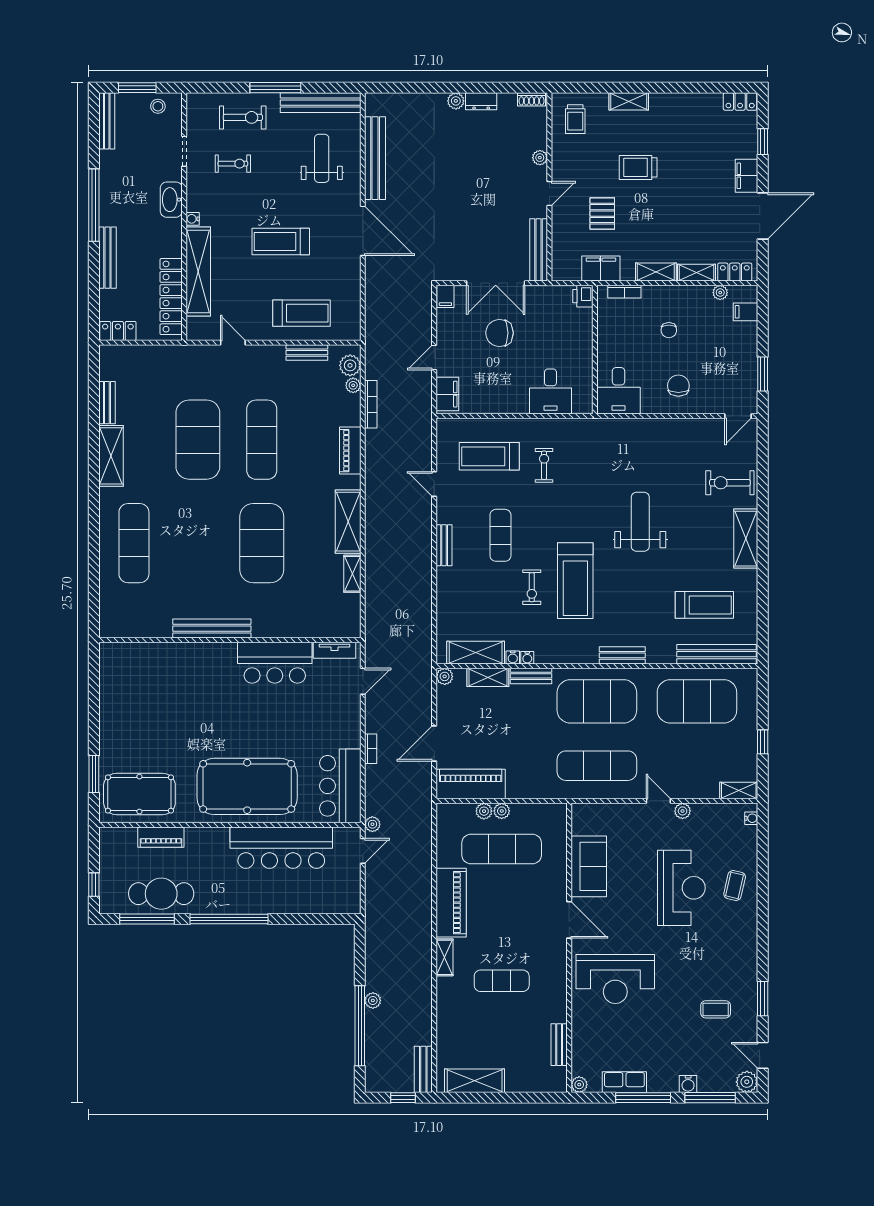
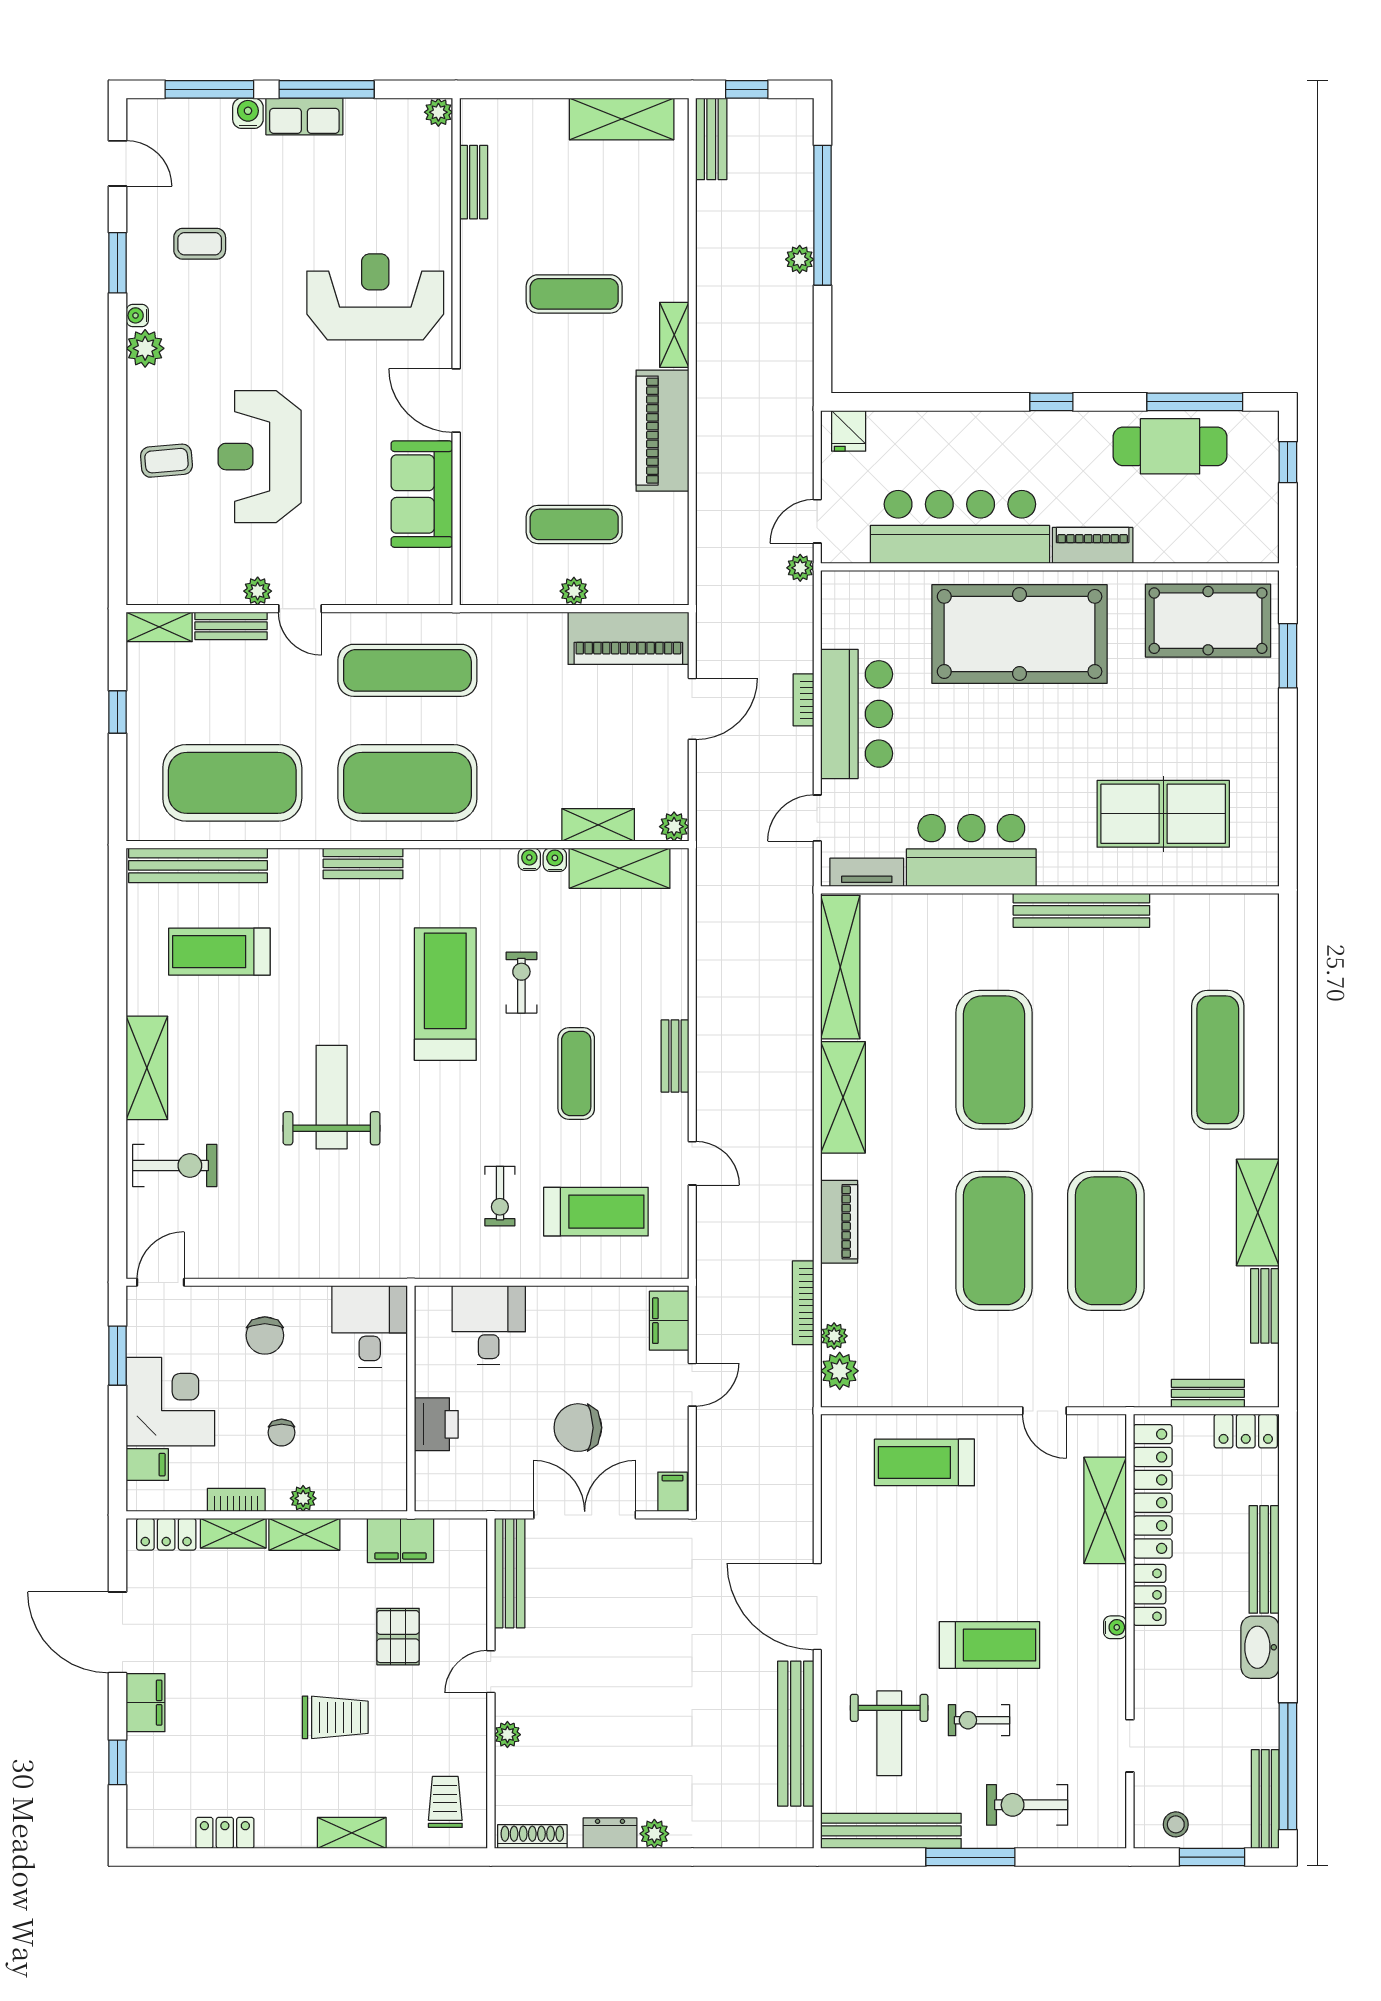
shoe rack: (532, 99) -> (532, 1837), width x1.43
locker: (740, 101) -> (225, 1833), moved
exercise bike: (233, 164) -> (979, 1720), moved
washbasin: (171, 200) -> (1260, 1647), moved, turned 180
window: (94, 205) -> (1288, 1766), moved
door: (763, 216) -> (117, 1632), hinge flipped
locker: (173, 237) -> (1150, 1595), added
treadmill: (281, 241) -> (990, 1645), moved
shelving: (198, 272) -> (1105, 1510), width x0.68
bookcase: (624, 292) -> (236, 1500), moved
plant: (720, 293) -> (303, 1498), moved
printer: (583, 296) -> (436, 1424), moved, width x1.36, depth x1.24
chair: (669, 330) -> (282, 1433), turned 180
chair: (500, 333) -> (578, 1428), turned 180
corner desk: (732, 348) -> (170, 1402), added
bench: (307, 353) -> (1208, 1393), moved
exercise mat: (262, 440) -> (994, 1241), width x1.47
weight bench: (640, 522) -> (332, 1097), turned 180
shelving: (352, 574) -> (840, 967), width x2.20, depth x1.33
bench: (531, 676) -> (231, 626), moved
table tennis table: (165, 684) -> (1163, 814), added
bar counter: (340, 786) -> (857, 714), moved
plant: (484, 811) -> (605, 591), removed
water cooler: (751, 818) -> (137, 315), moved
piano: (161, 837) -> (1093, 545), moved
exercise mat: (502, 849) -> (574, 524), width x0.73, depth x0.69
coffee table: (735, 885) -> (166, 461), turned 72
fridge: (345, 902) -> (849, 431), added
window: (229, 919) -> (1051, 402), width x0.32
row of seats: (624, 1082) -> (304, 116), moved
plant: (747, 1082) -> (145, 348), moved

